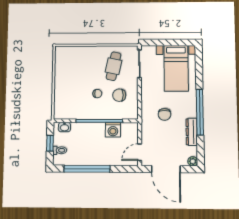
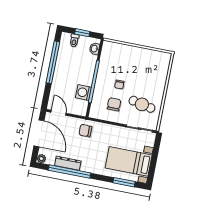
window: (199, 69) -> (124, 182), added
window: (200, 112) -> (70, 172), moved
chair: (165, 114) -> (85, 131), moved
door: (166, 169) -> (39, 133), swing flipped

